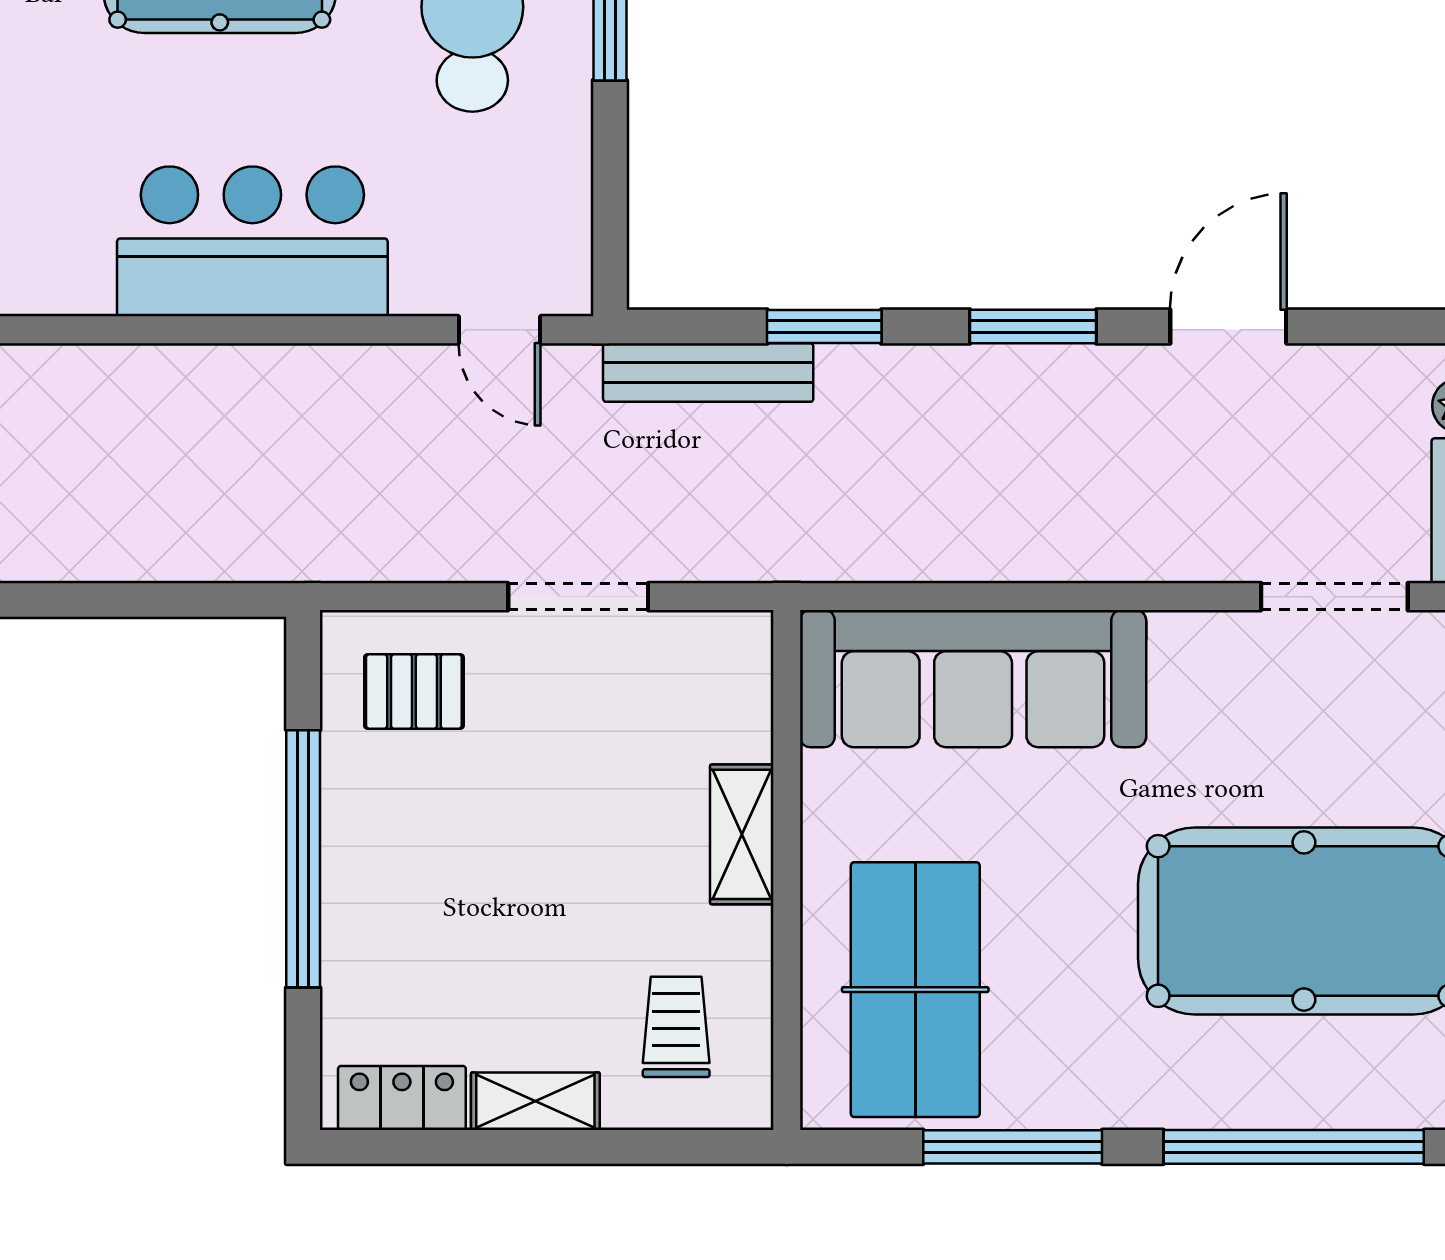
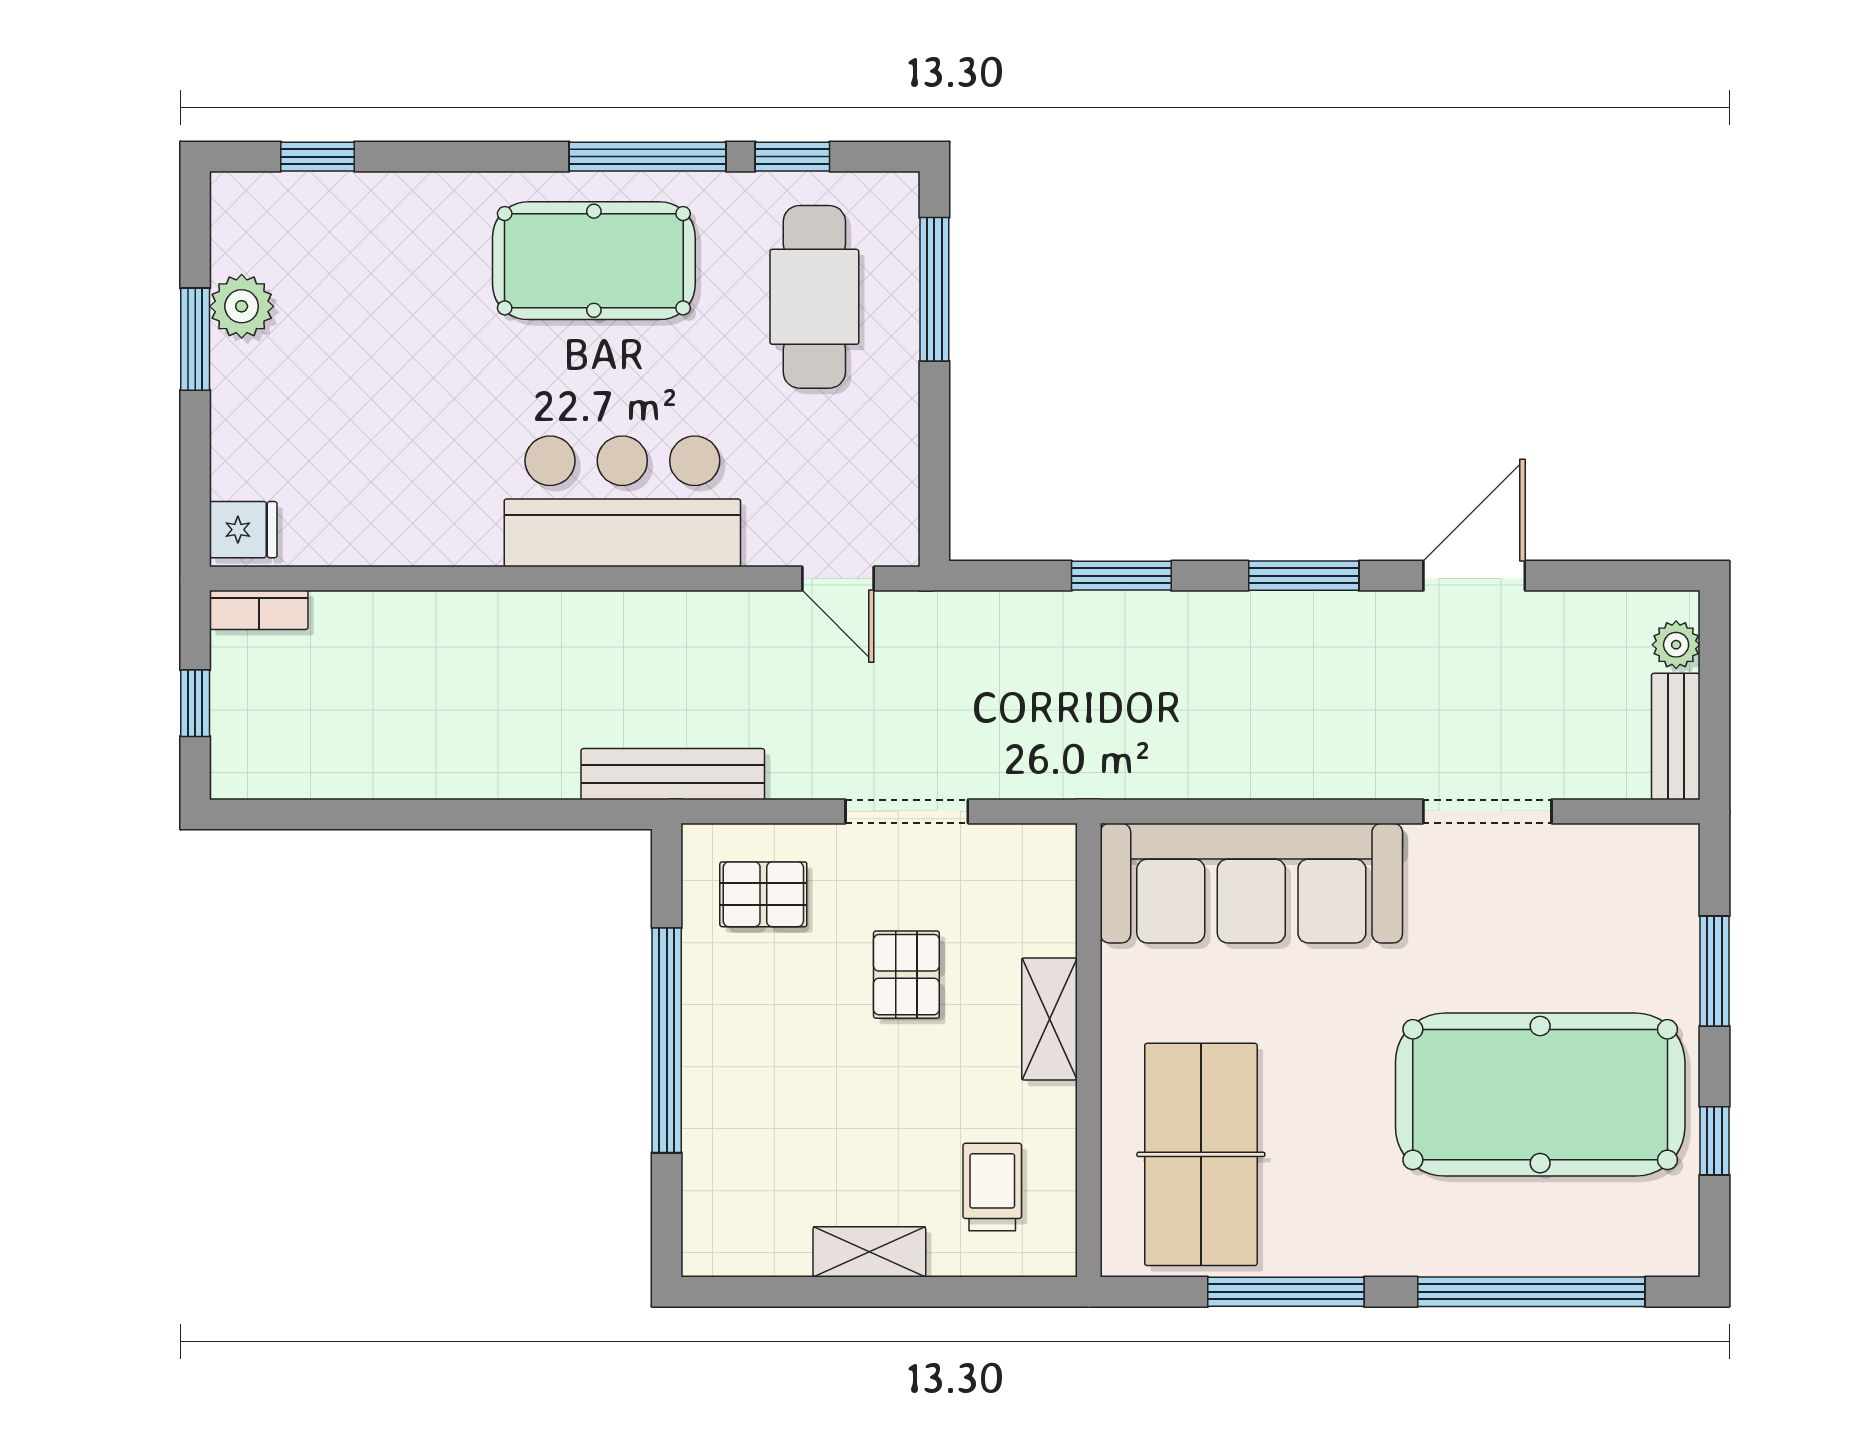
bench: (708, 373) -> (673, 774), moved
doorway: (1334, 597) -> (1487, 811), moved
pallet: (578, 784) -> (906, 975), added
locker: (402, 1098) -> (753, 1249), removed

